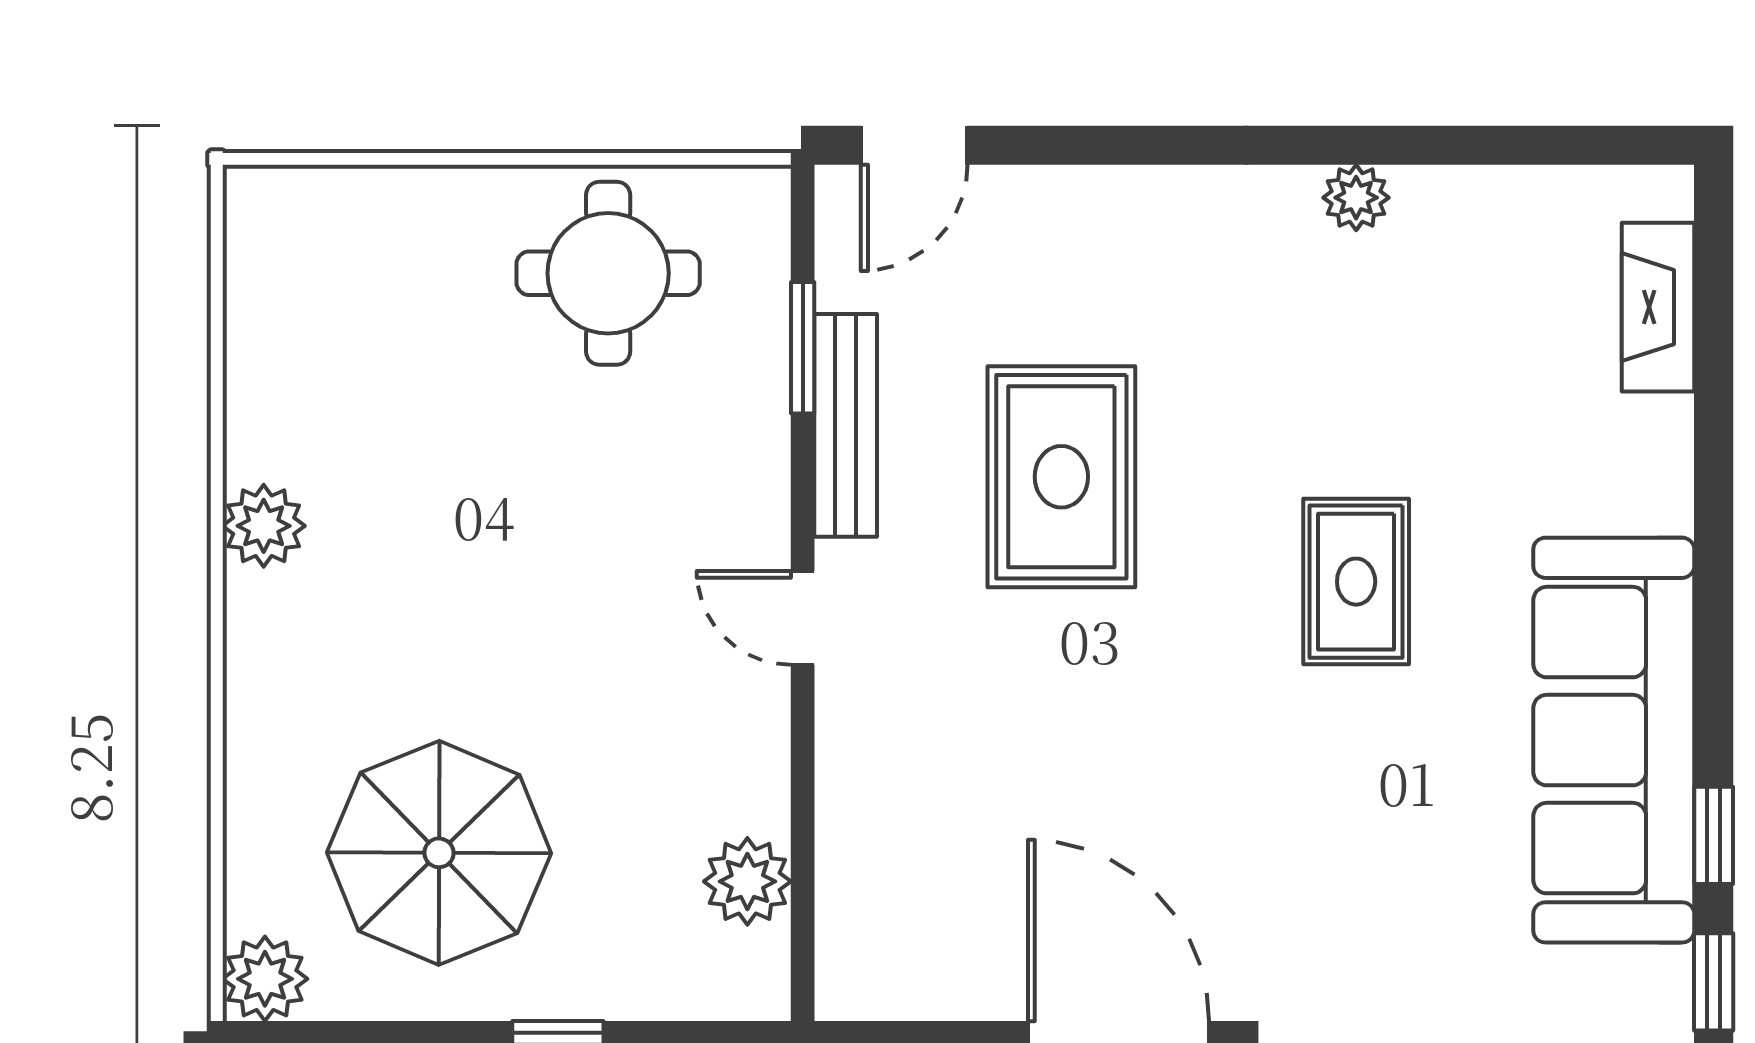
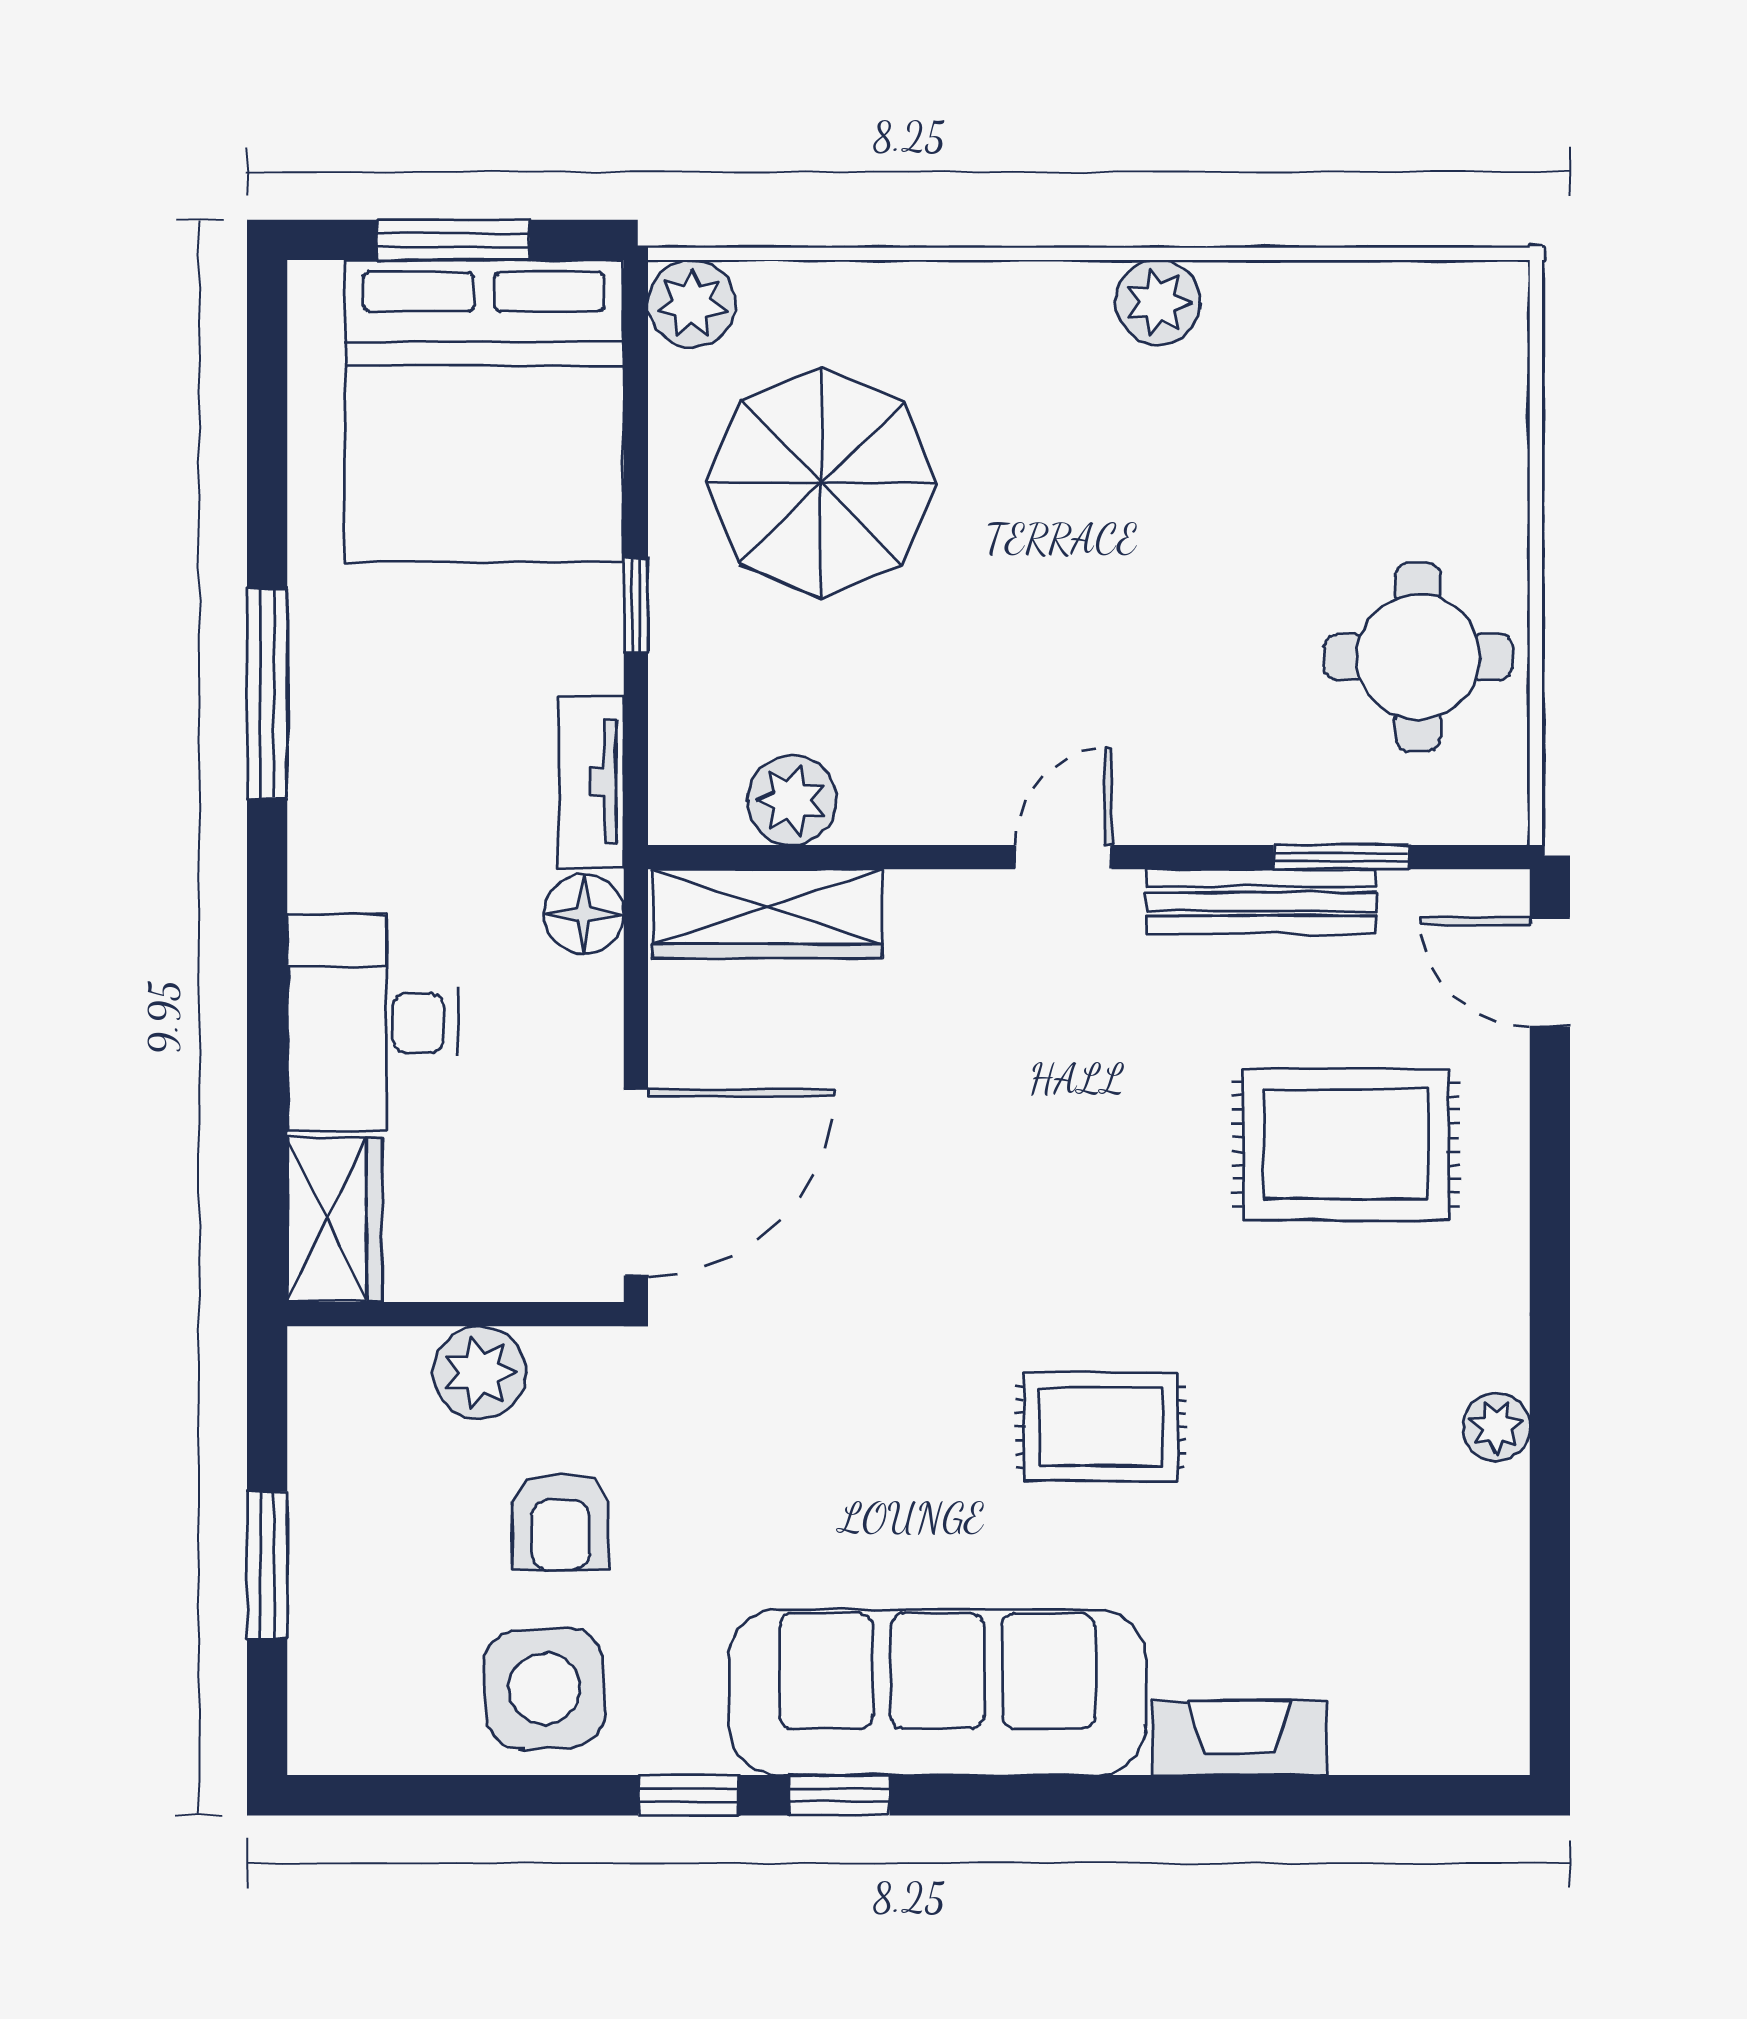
fireplace: (1658, 307) -> (1239, 1738), moved
rug: (1061, 477) -> (1346, 1144), moved
wardrobe: (858, 905) -> (767, 914), added

